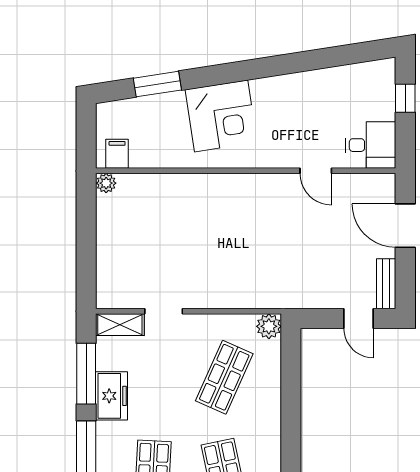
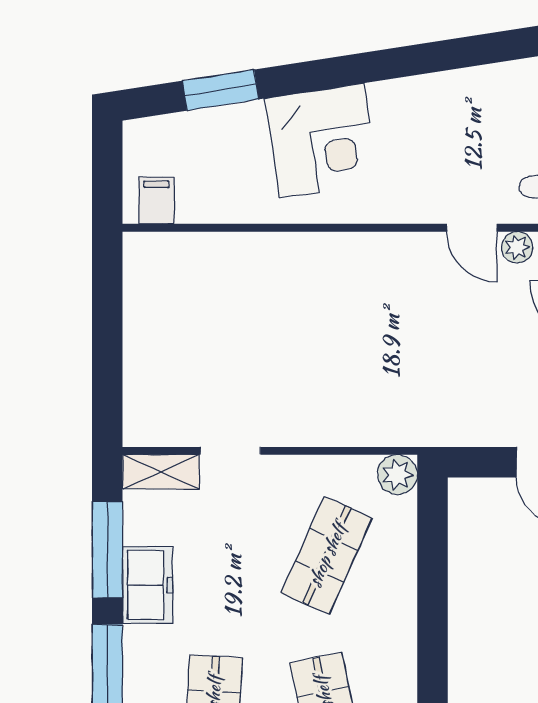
plant: (106, 183) -> (517, 247), moved

